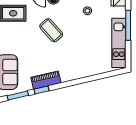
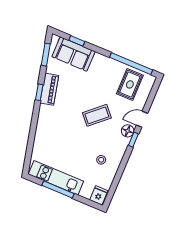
window: (128, 25) -> (58, 190), moved
window: (42, 90) -> (39, 92), moved

